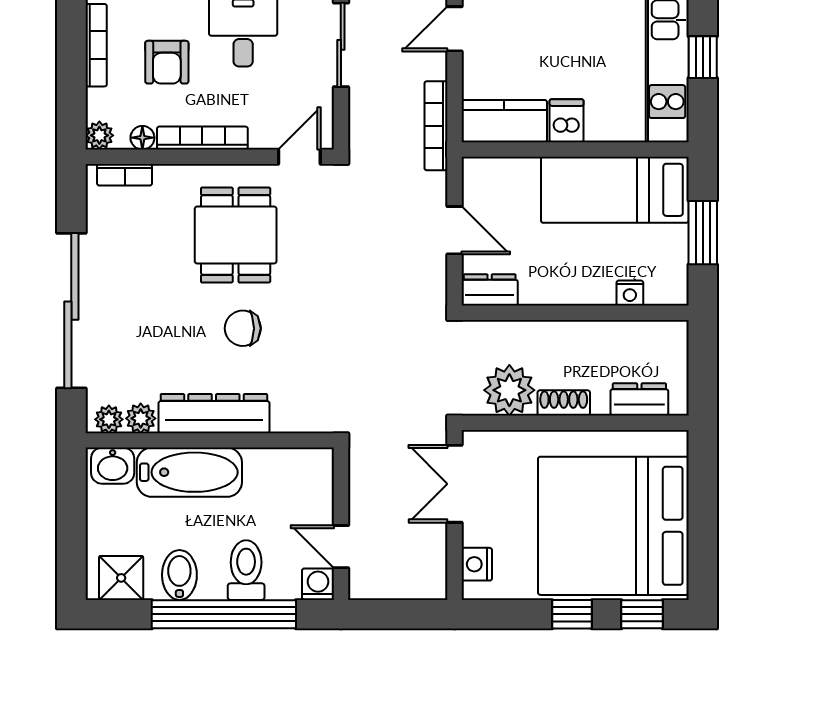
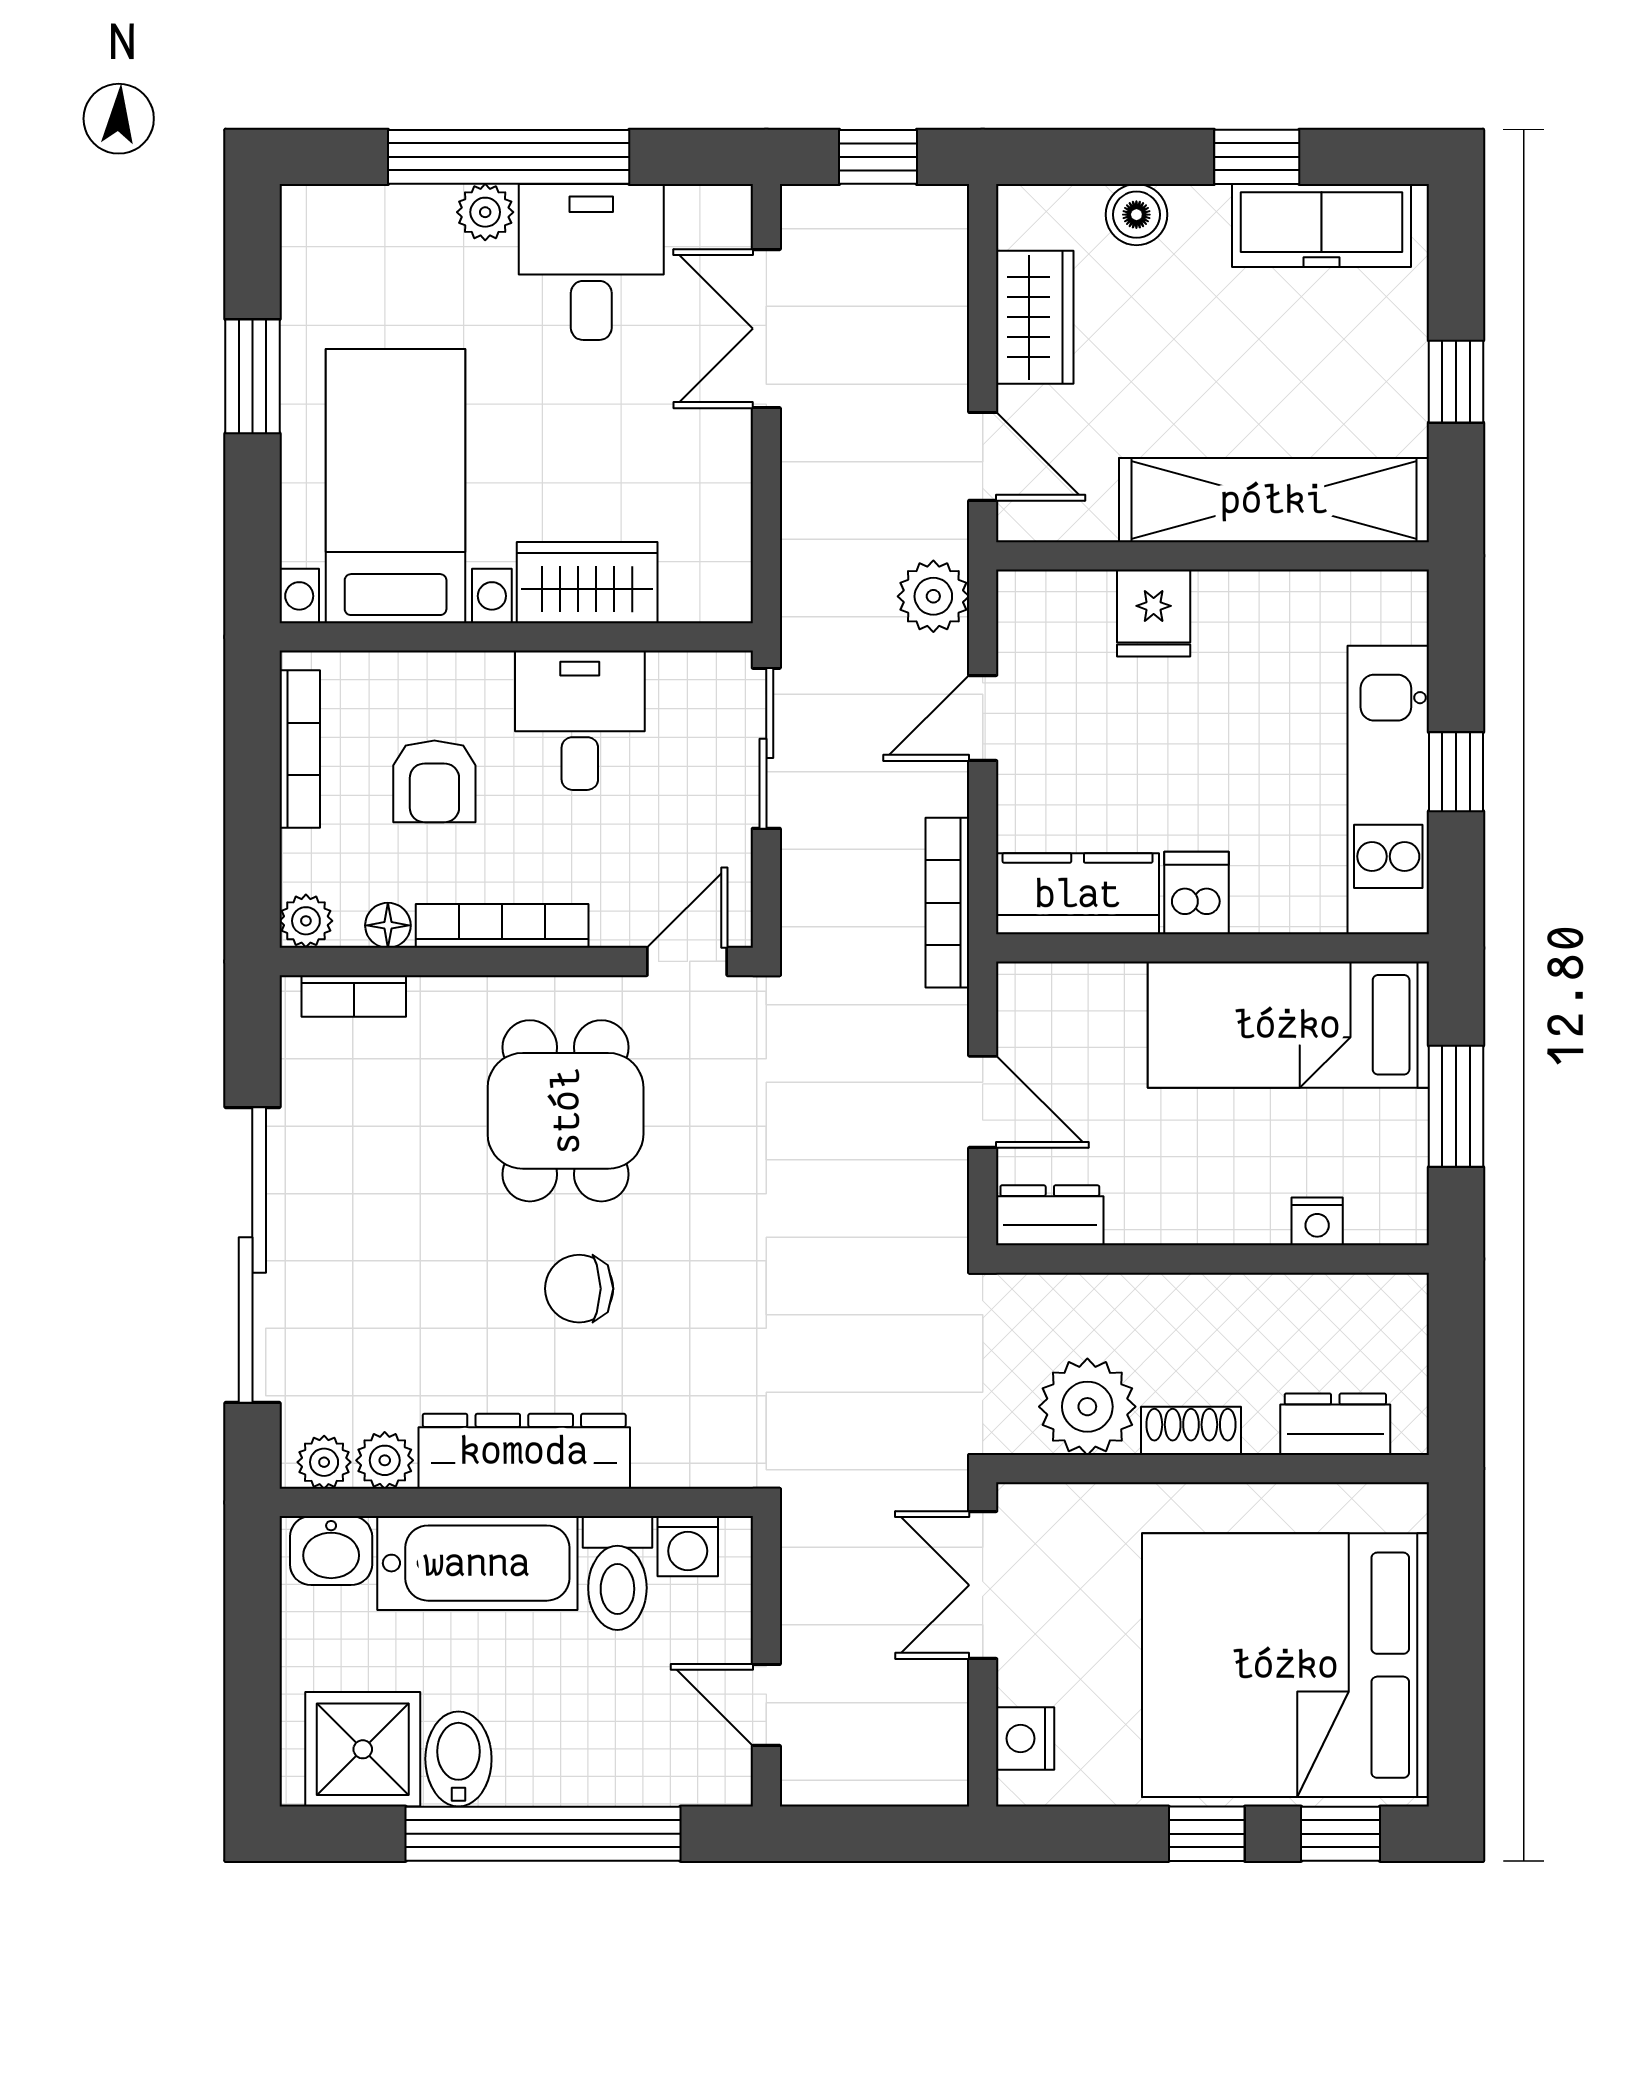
toilet: (246, 570) -> (617, 1573), moved, turned 180
shower: (121, 578) -> (363, 1749), width x1.36, depth x1.36
washing machine: (318, 584) -> (688, 1546), moved, turned 180

